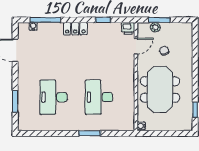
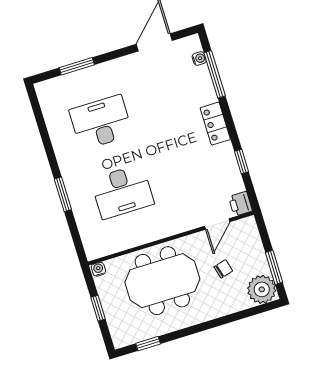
window: (159, 20) -> (274, 267), moved
plant: (155, 27) -> (262, 289), moved, width x1.88, depth x1.88
door: (136, 46) -> (217, 224), hinge flipped
desk: (99, 97) -> (122, 191), turned 180
window: (165, 133) -> (98, 308), added

